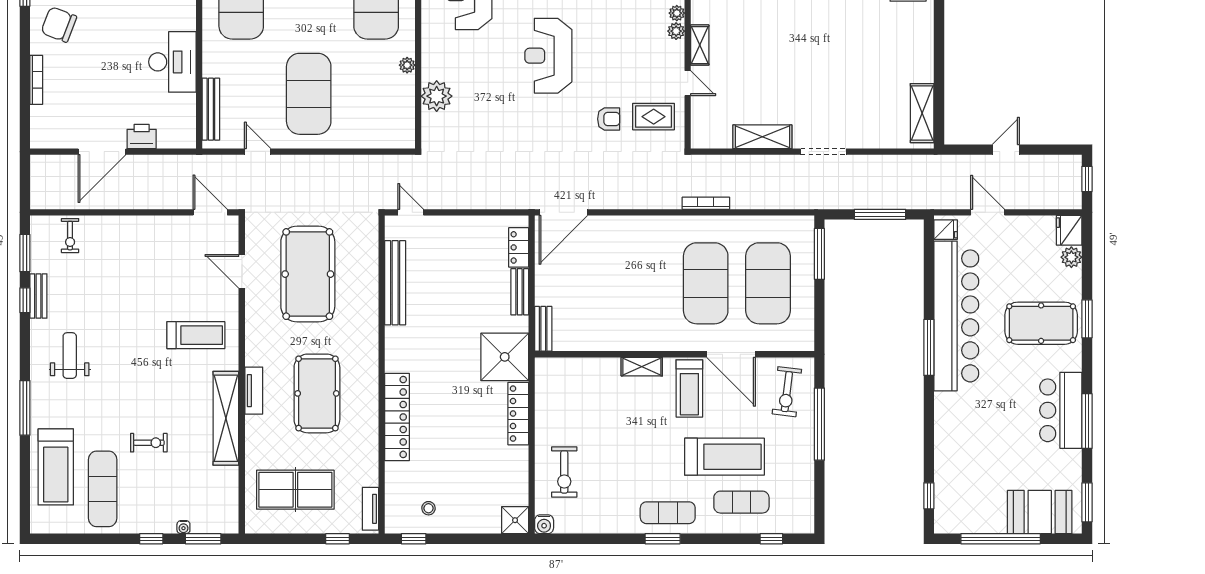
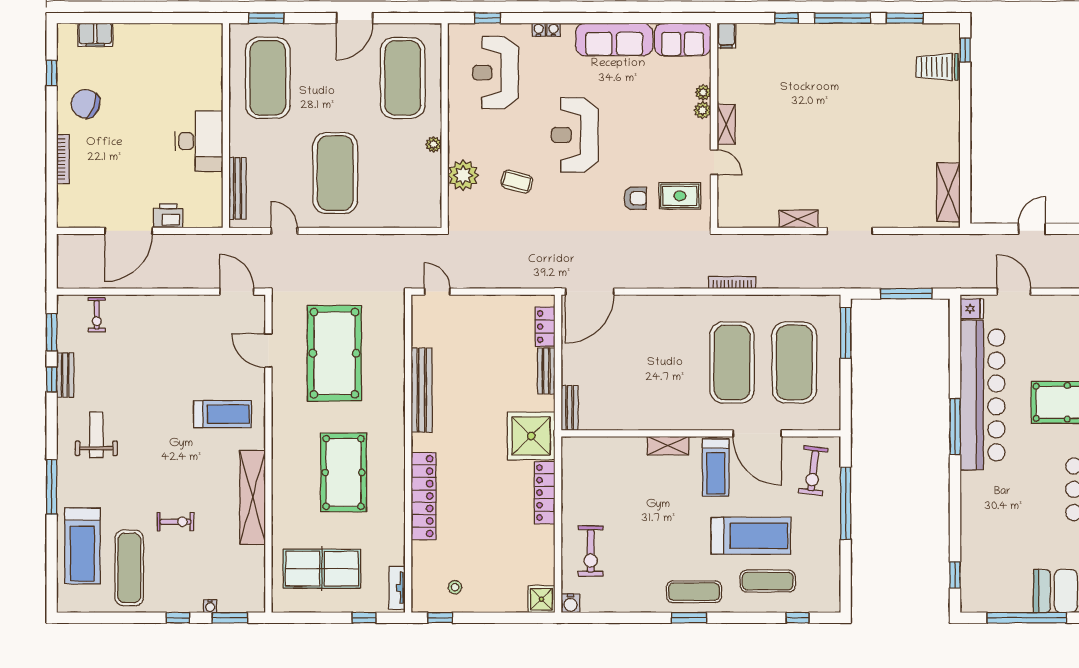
coffee table: (490, 102) -> (517, 182), added
shelving: (762, 137) -> (799, 219), width x0.67, depth x0.75
bench: (395, 283) -> (422, 390), moved
tv unit: (254, 391) -> (280, 470), removed

